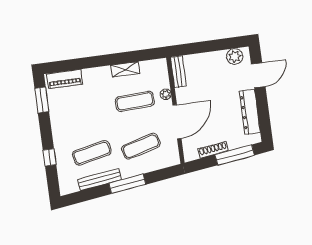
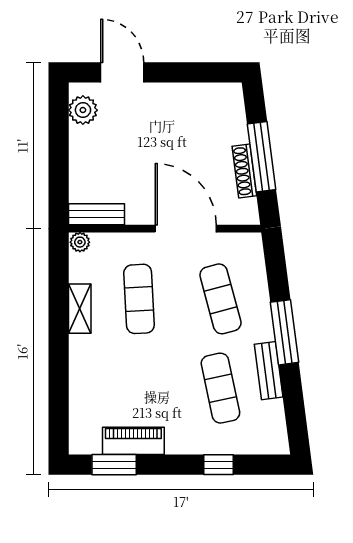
piano: (65, 79) -> (133, 441), moved, turned -90
plant: (166, 94) -> (80, 242), moved
dresser: (250, 112) -> (185, 96), removed
window: (235, 155) -> (262, 157), moved
bench: (100, 179) -> (269, 371), width x0.73

